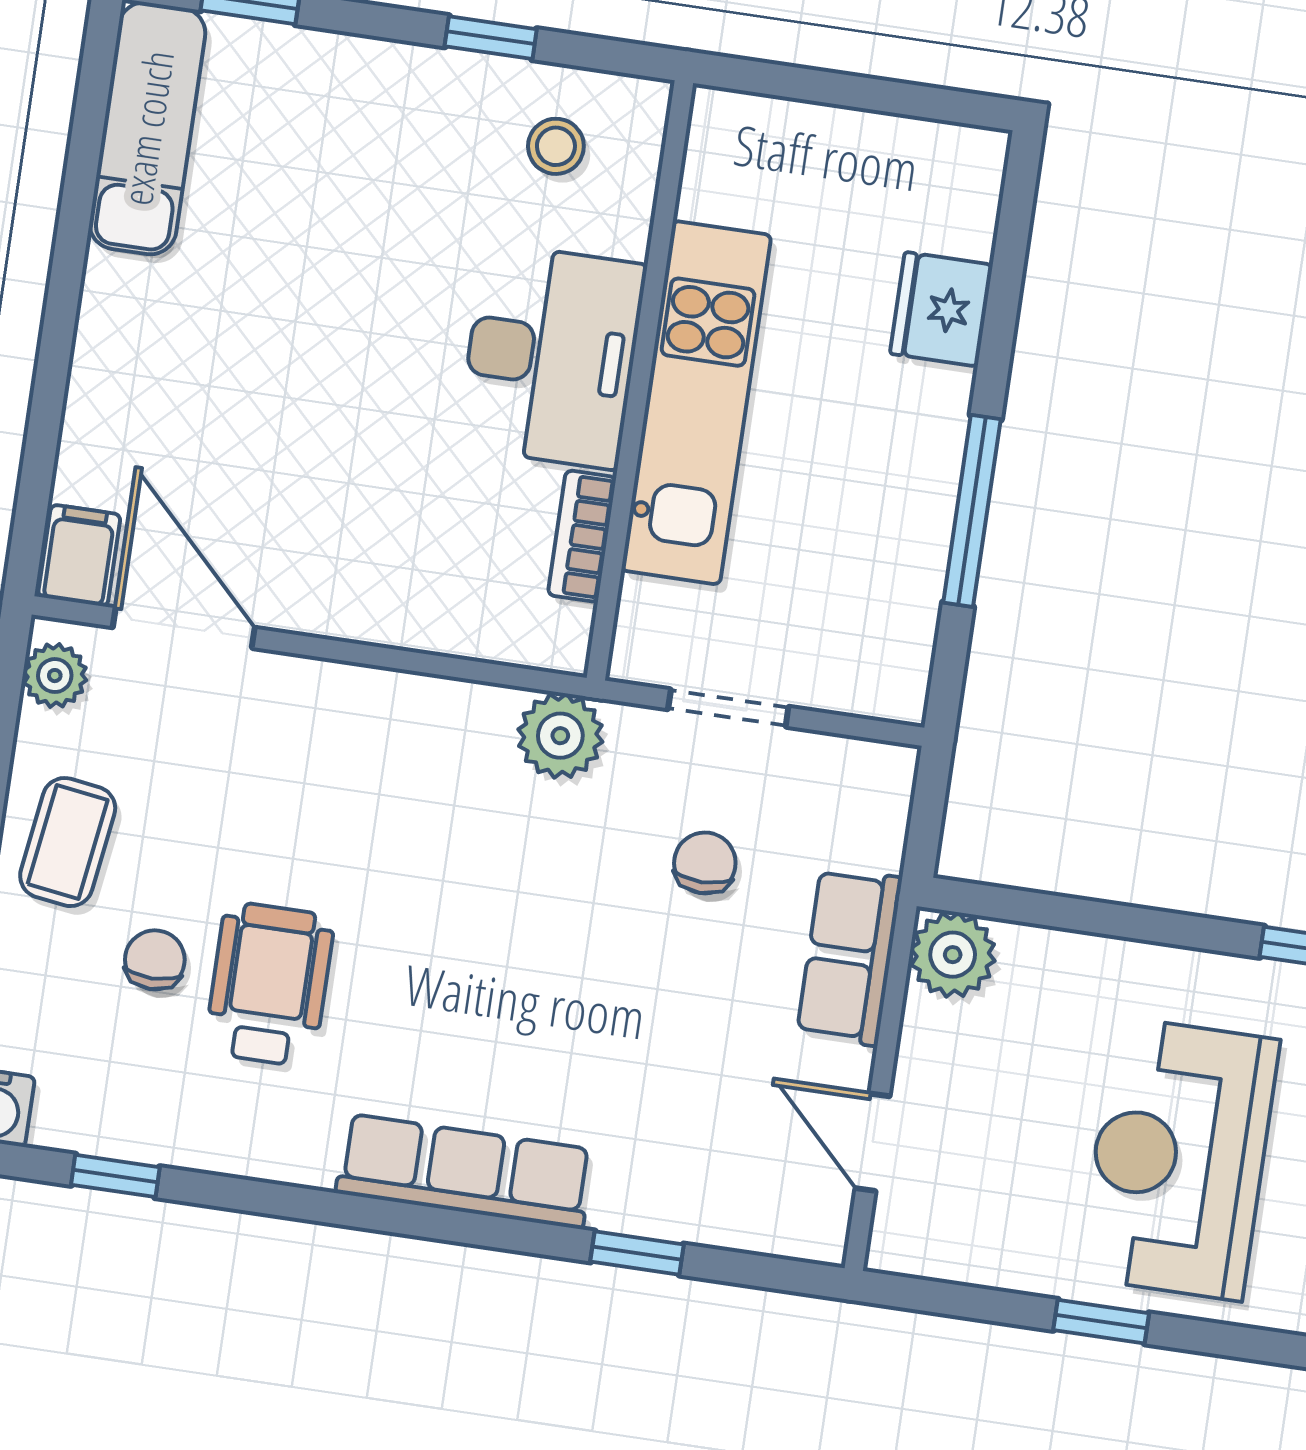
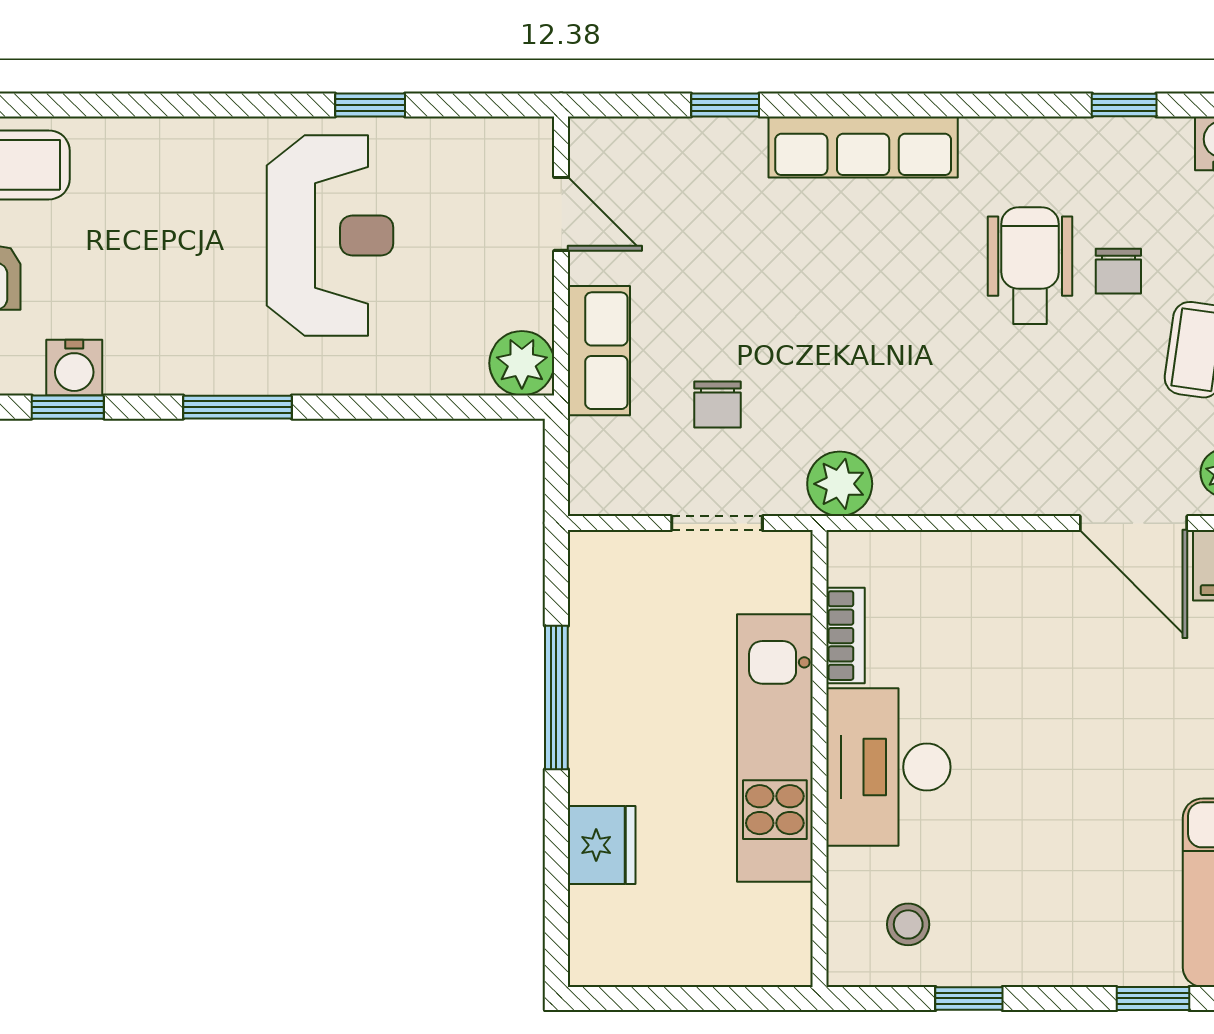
wheelchair: (269, 984) -> (1030, 266), turned 180

